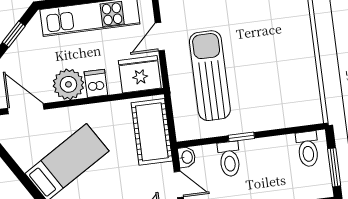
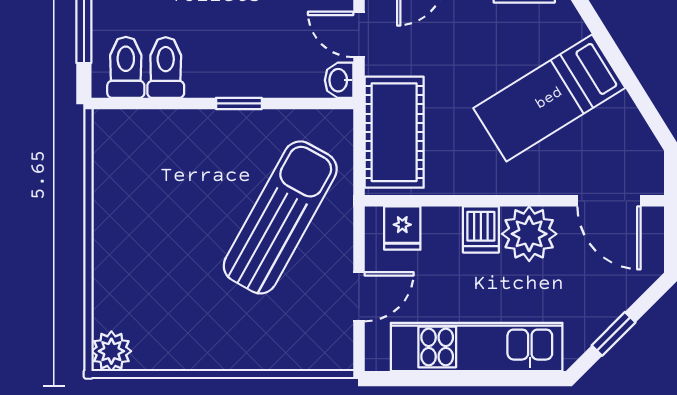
fridge: (140, 74) -> (402, 228), width x0.53, depth x0.75
sun lounger: (210, 76) -> (280, 217), turned -151
toilet: (229, 159) -> (166, 68), moved

